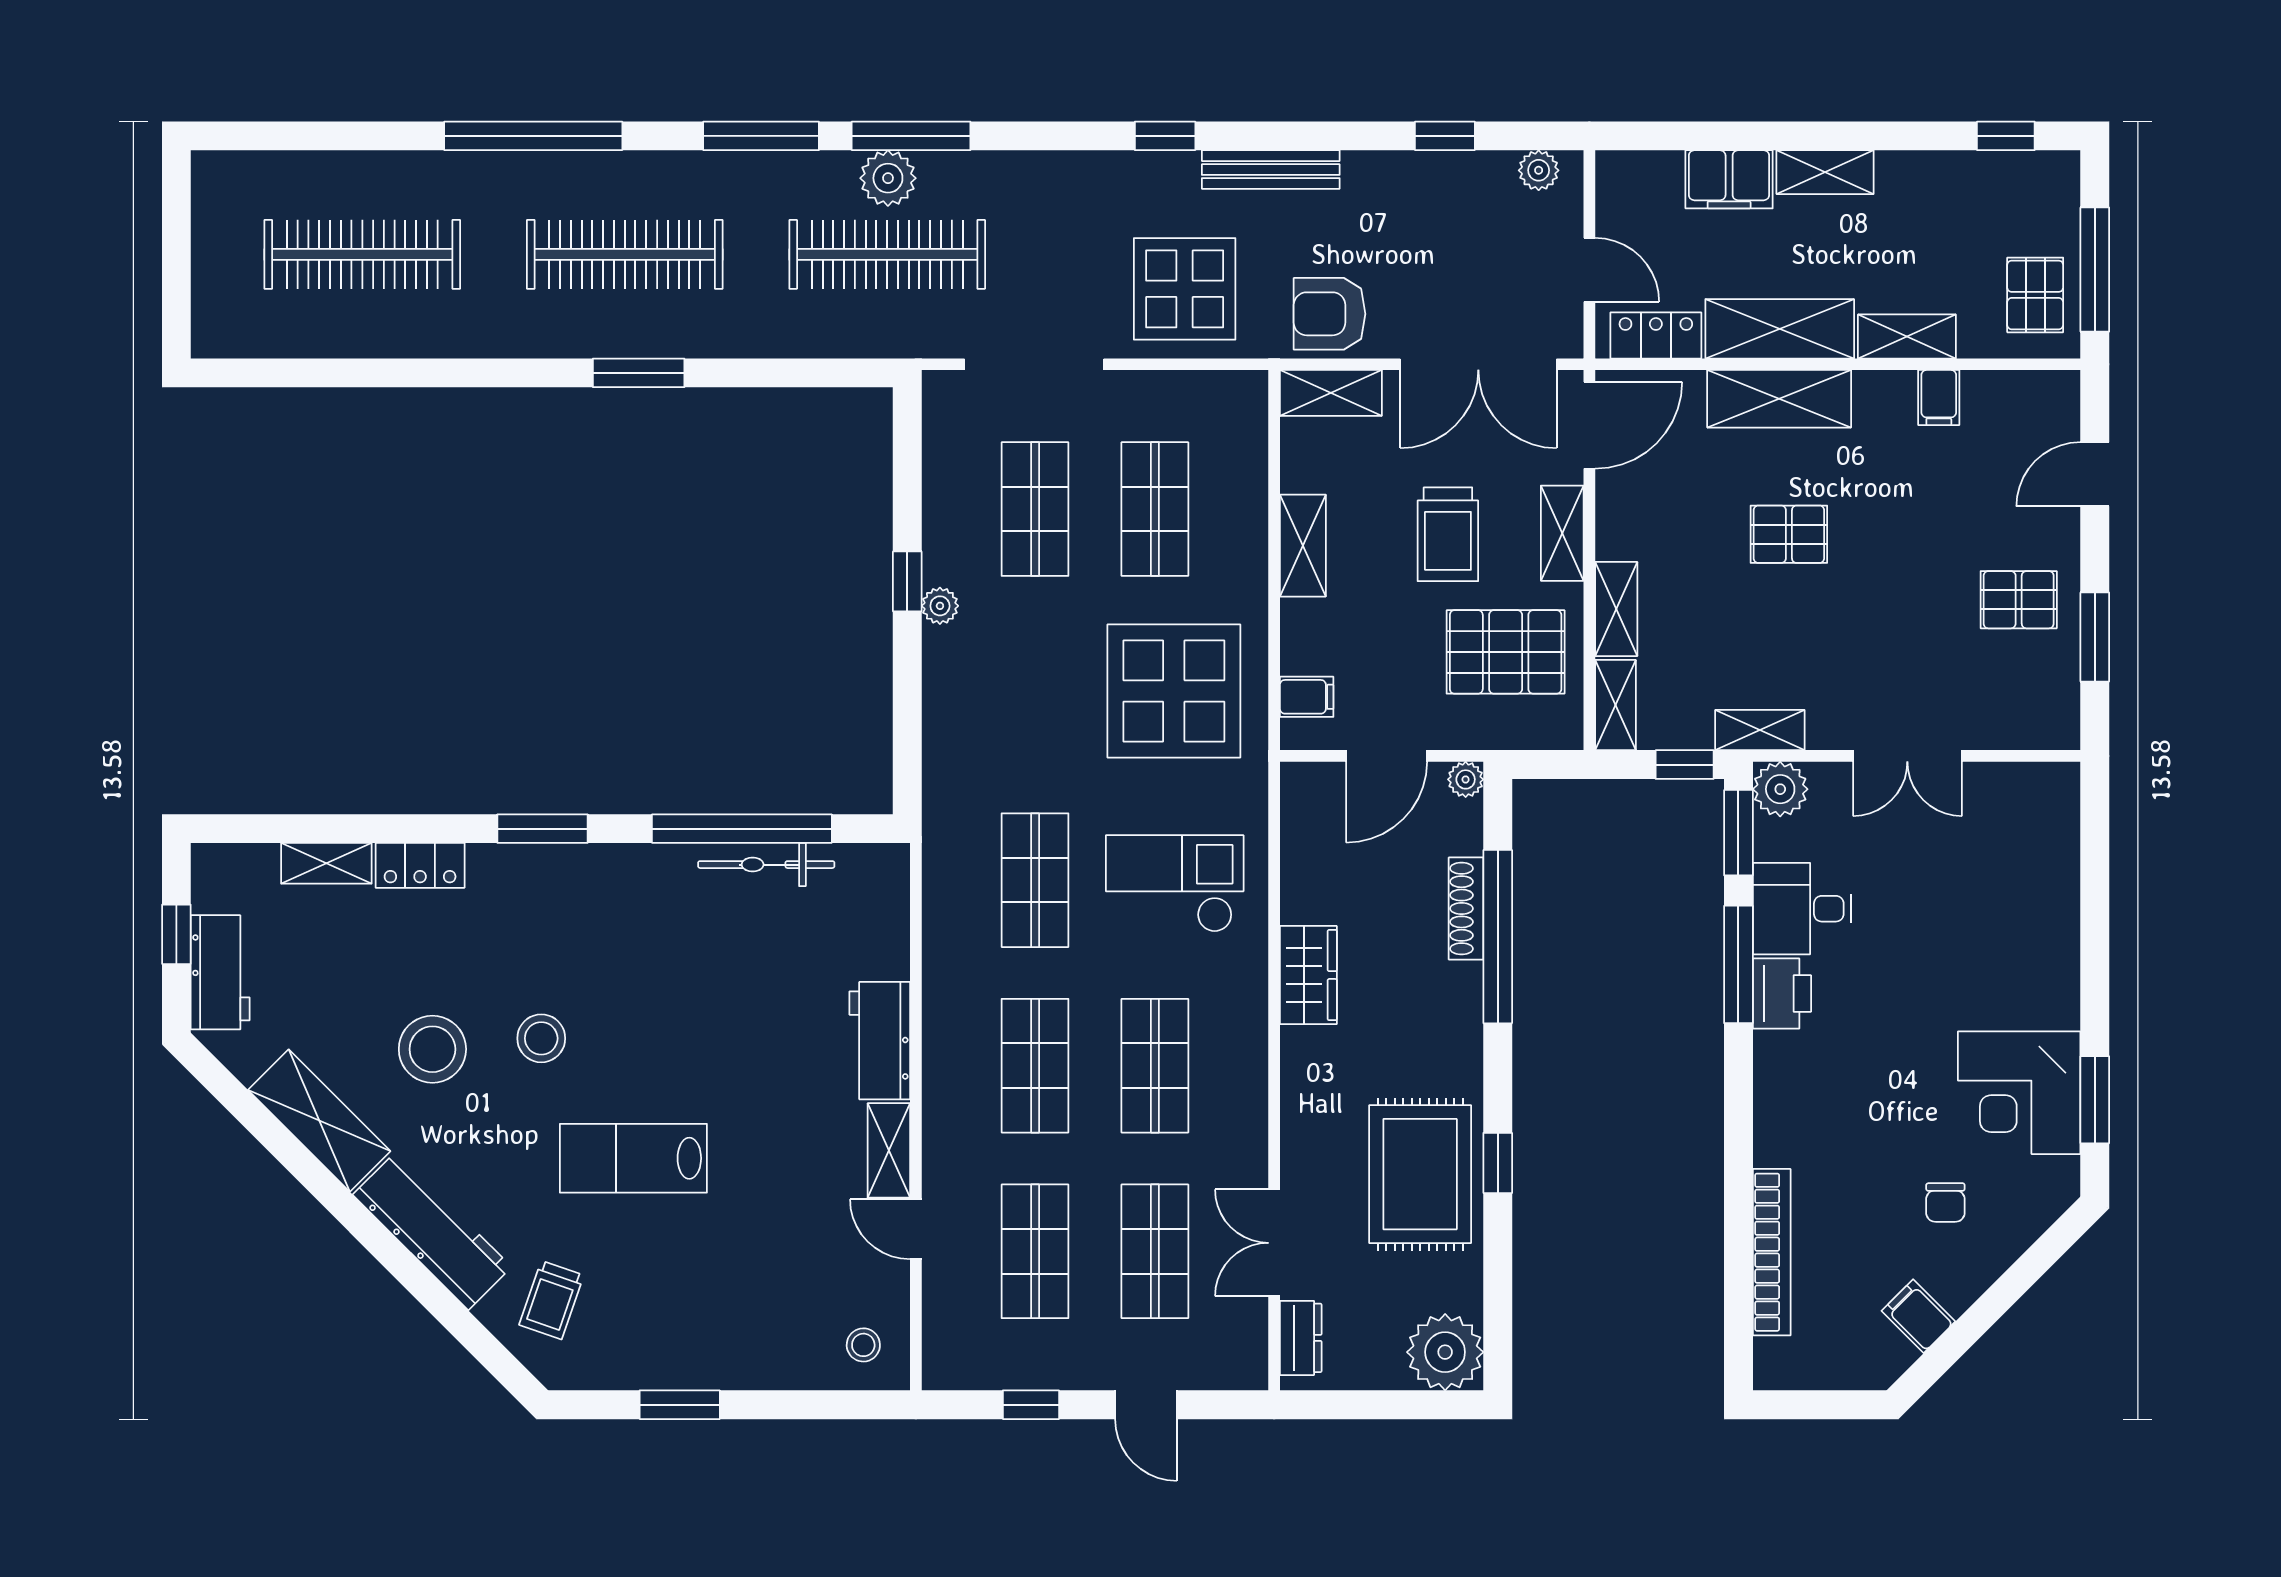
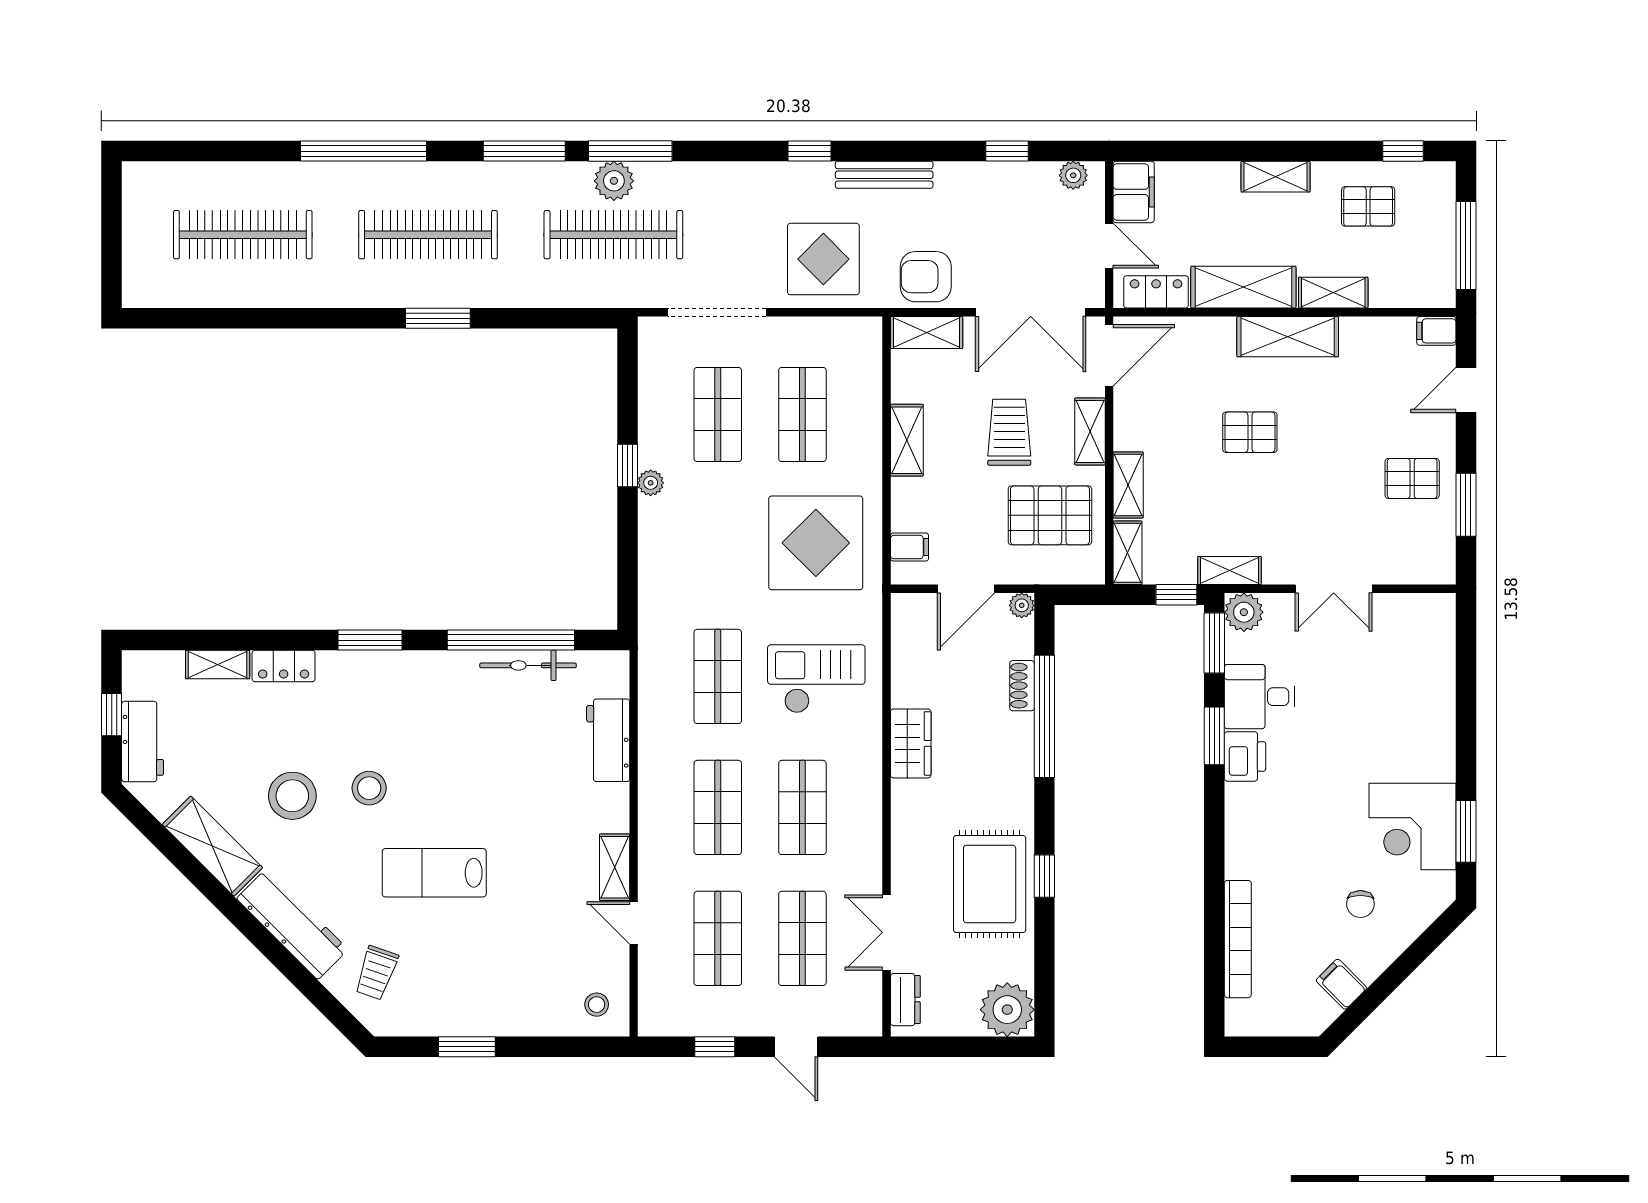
filing cabinet: (1729, 179) -> (1134, 192), moved, turned -90
pallet: (2035, 295) -> (1368, 206), moved, turned 90
filing cabinet: (1939, 398) -> (1436, 331), moved, turned 90
shelving: (1779, 399) -> (1288, 337), moved
trolley: (1448, 534) -> (1009, 432), turned 180
shoe rack: (1466, 909) -> (1022, 686), width x0.70
window: (1738, 964) -> (1214, 736), width x0.69
workbench: (880, 1041) -> (608, 740), moved

